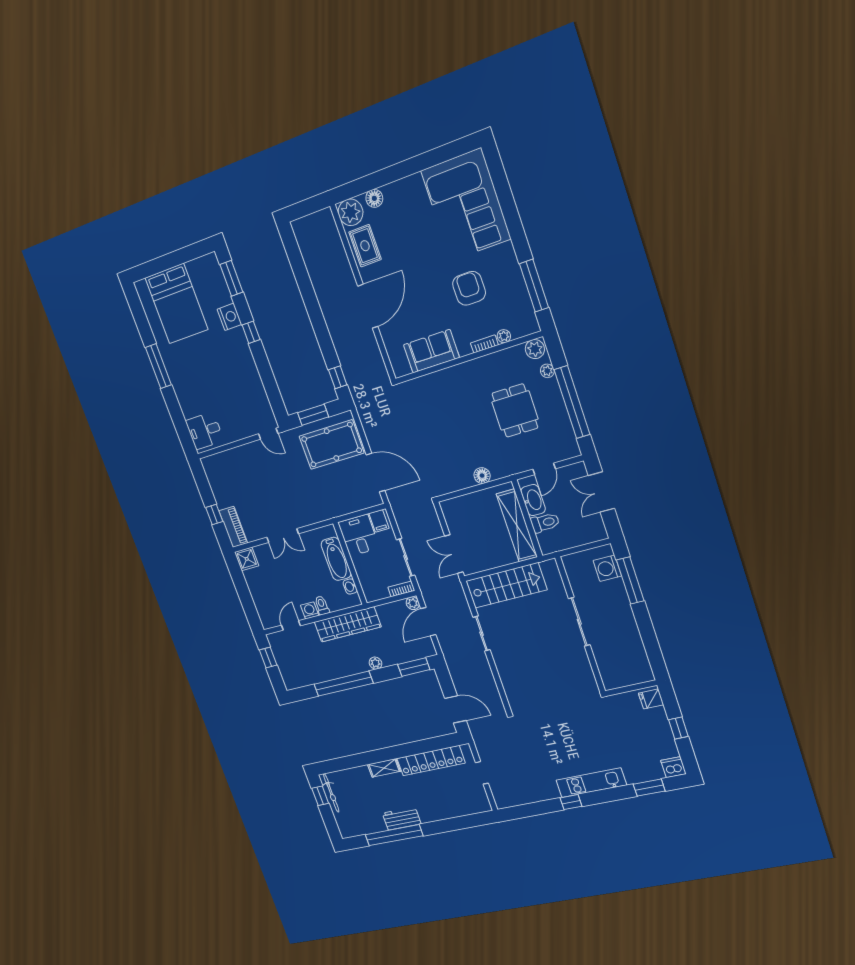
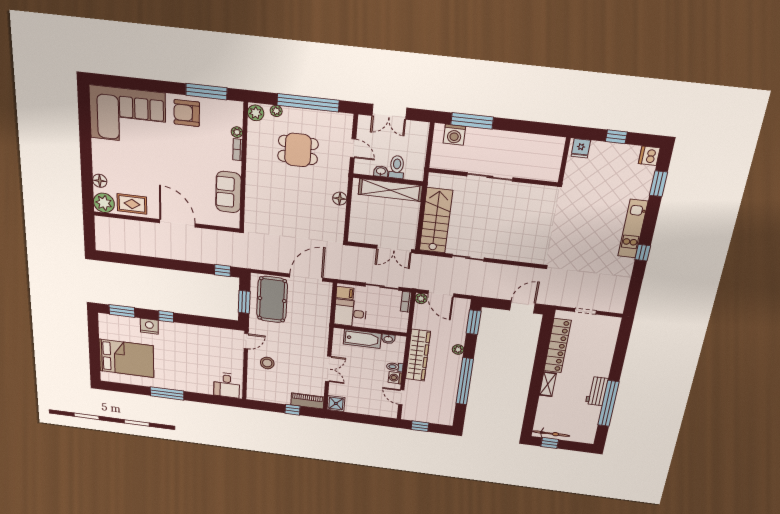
armchair: (469, 288) -> (187, 113), moved
stool: (255, 466) -> (267, 363), added
washbasin: (533, 500) -> (381, 171), width x0.52, depth x0.69

